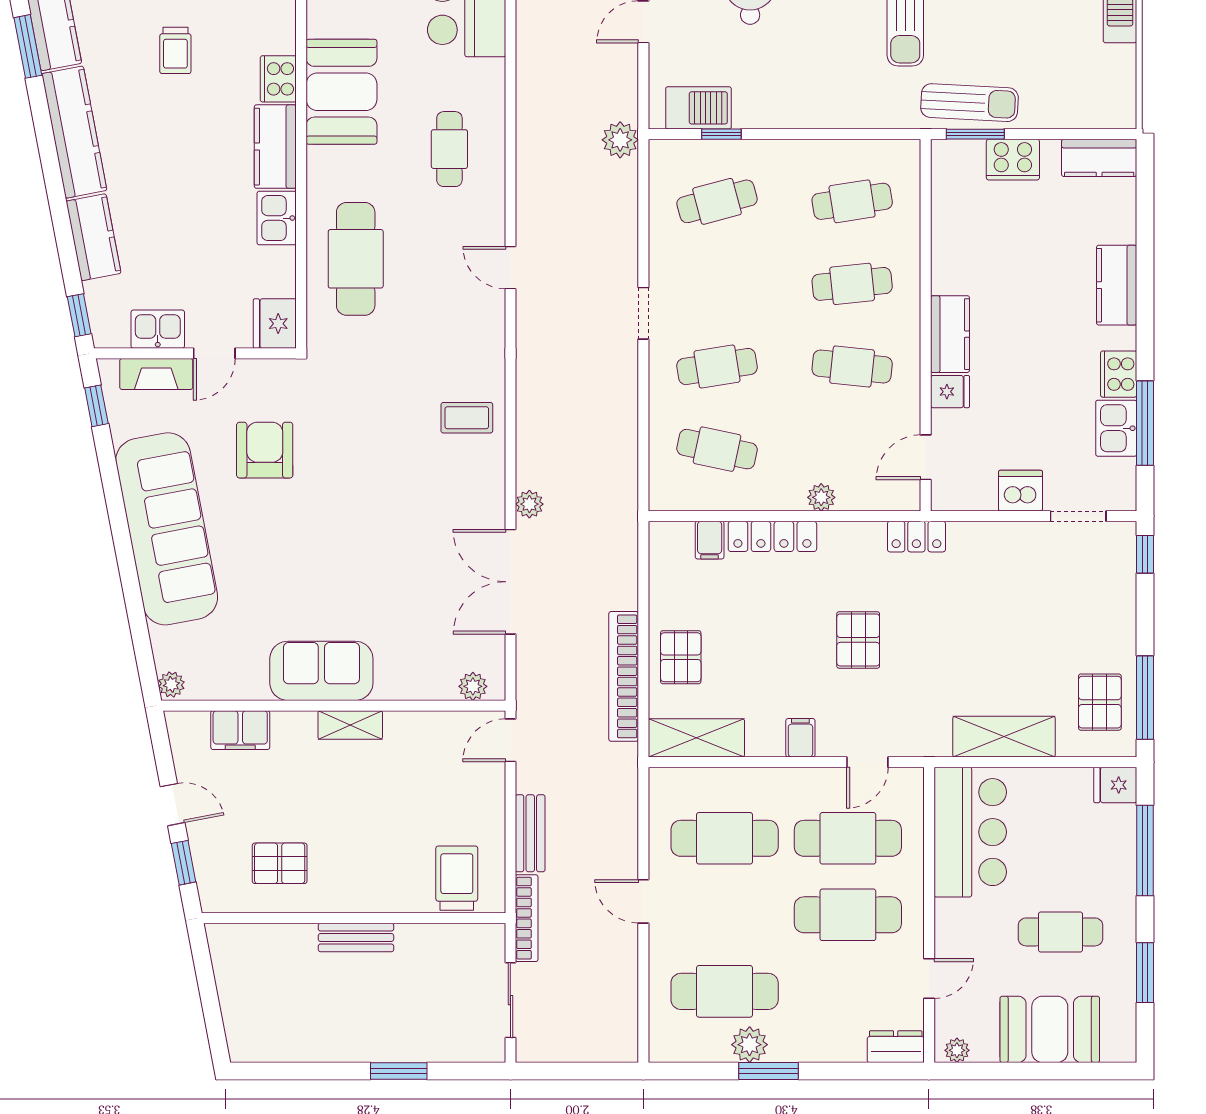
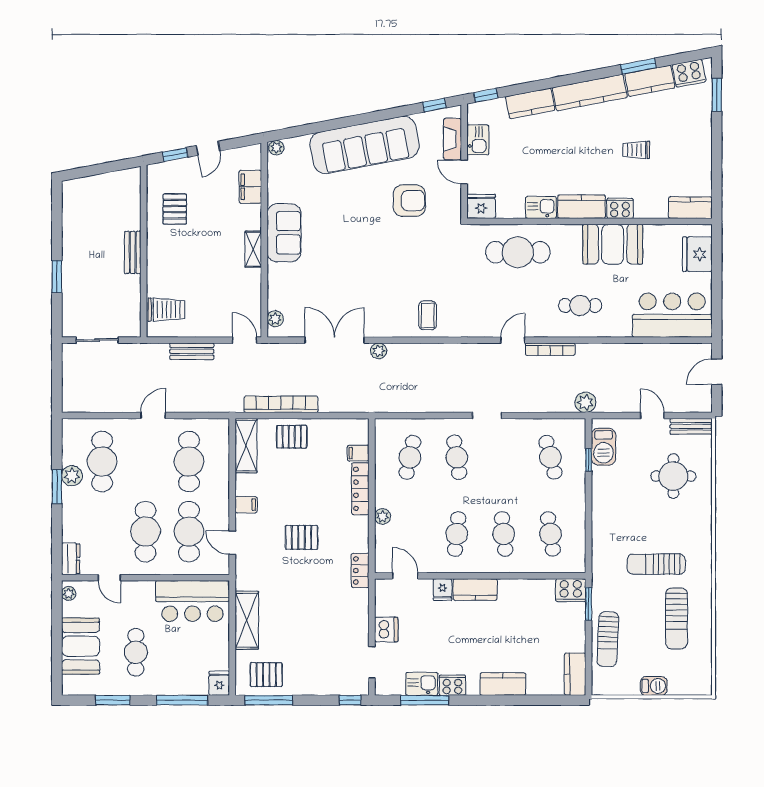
sun lounger: (969, 103) -> (608, 639), moved
cooker: (1013, 160) -> (571, 590), moved, turned -90
bookcase: (527, 918) -> (550, 349), moved

